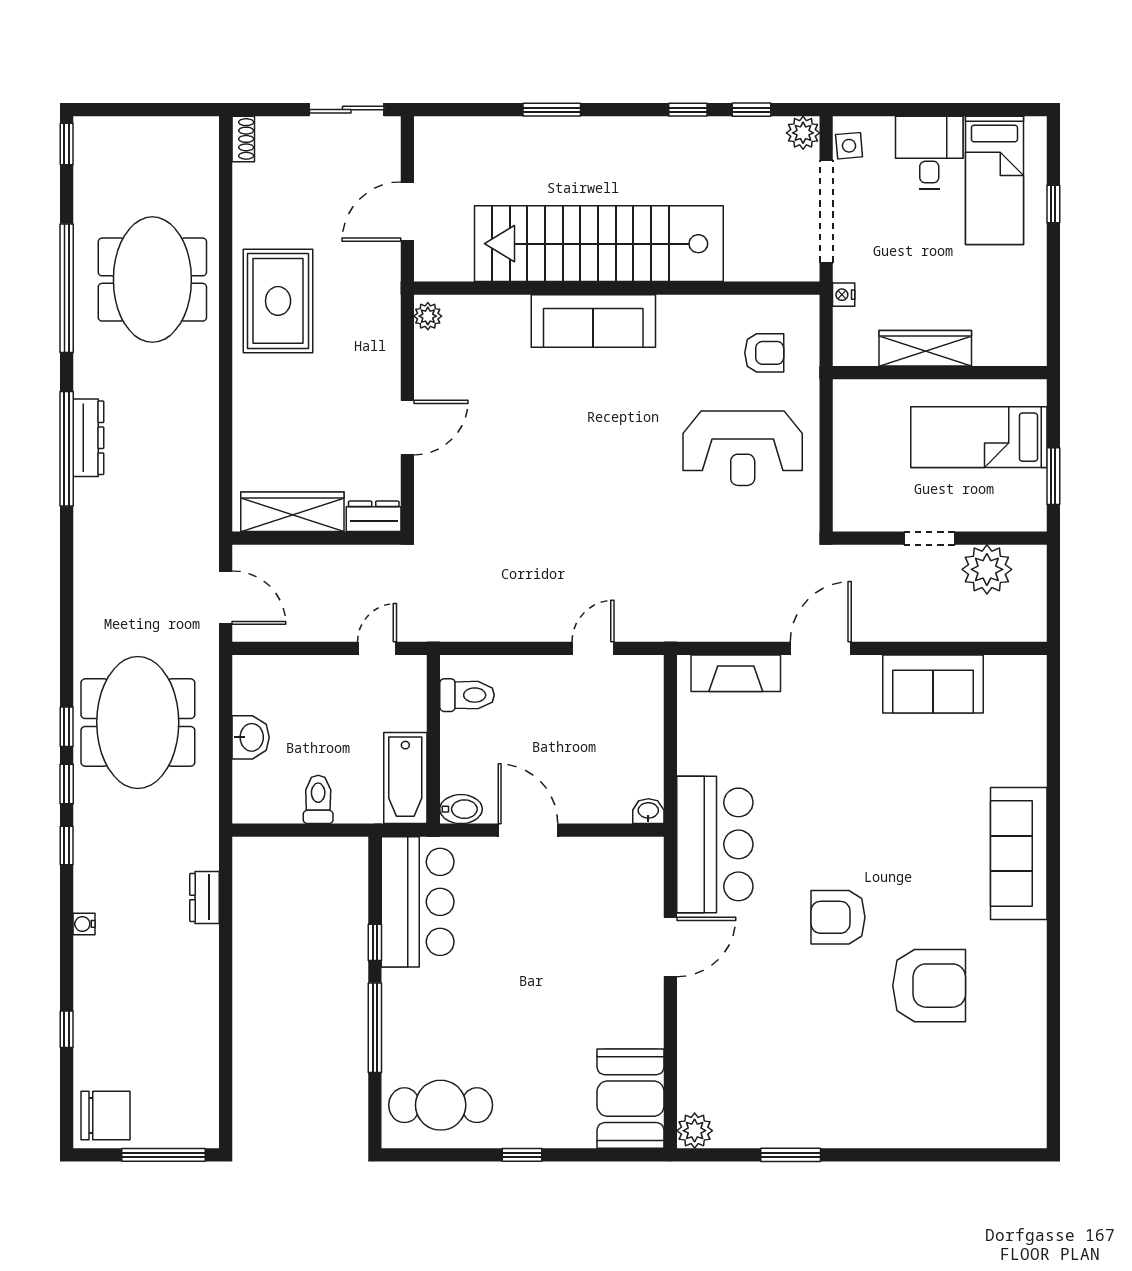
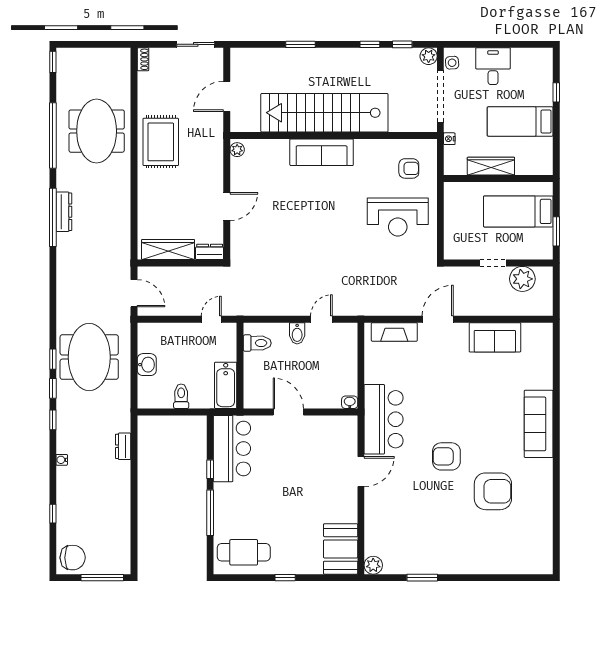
bed: (994, 180) -> (520, 121), moved, turned 90
bidet: (461, 809) -> (297, 333), moved, turned 90

